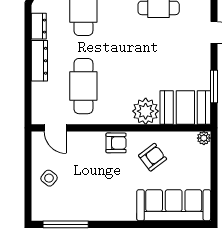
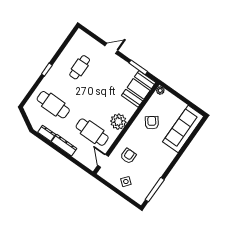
plant: (146, 111) -> (118, 122), moved
door: (55, 128) -> (103, 161), swing flipped
armchair: (116, 143) -> (128, 156), moved

